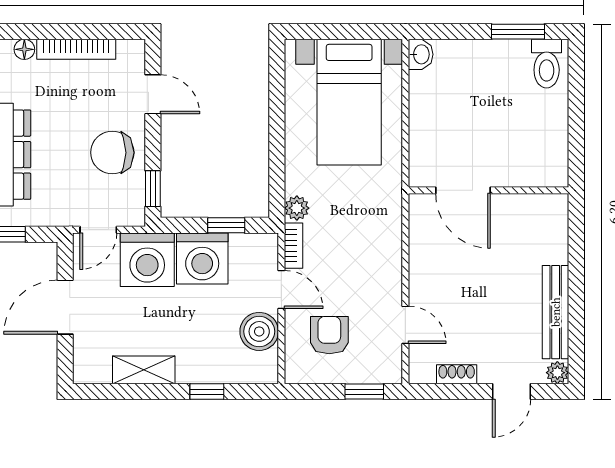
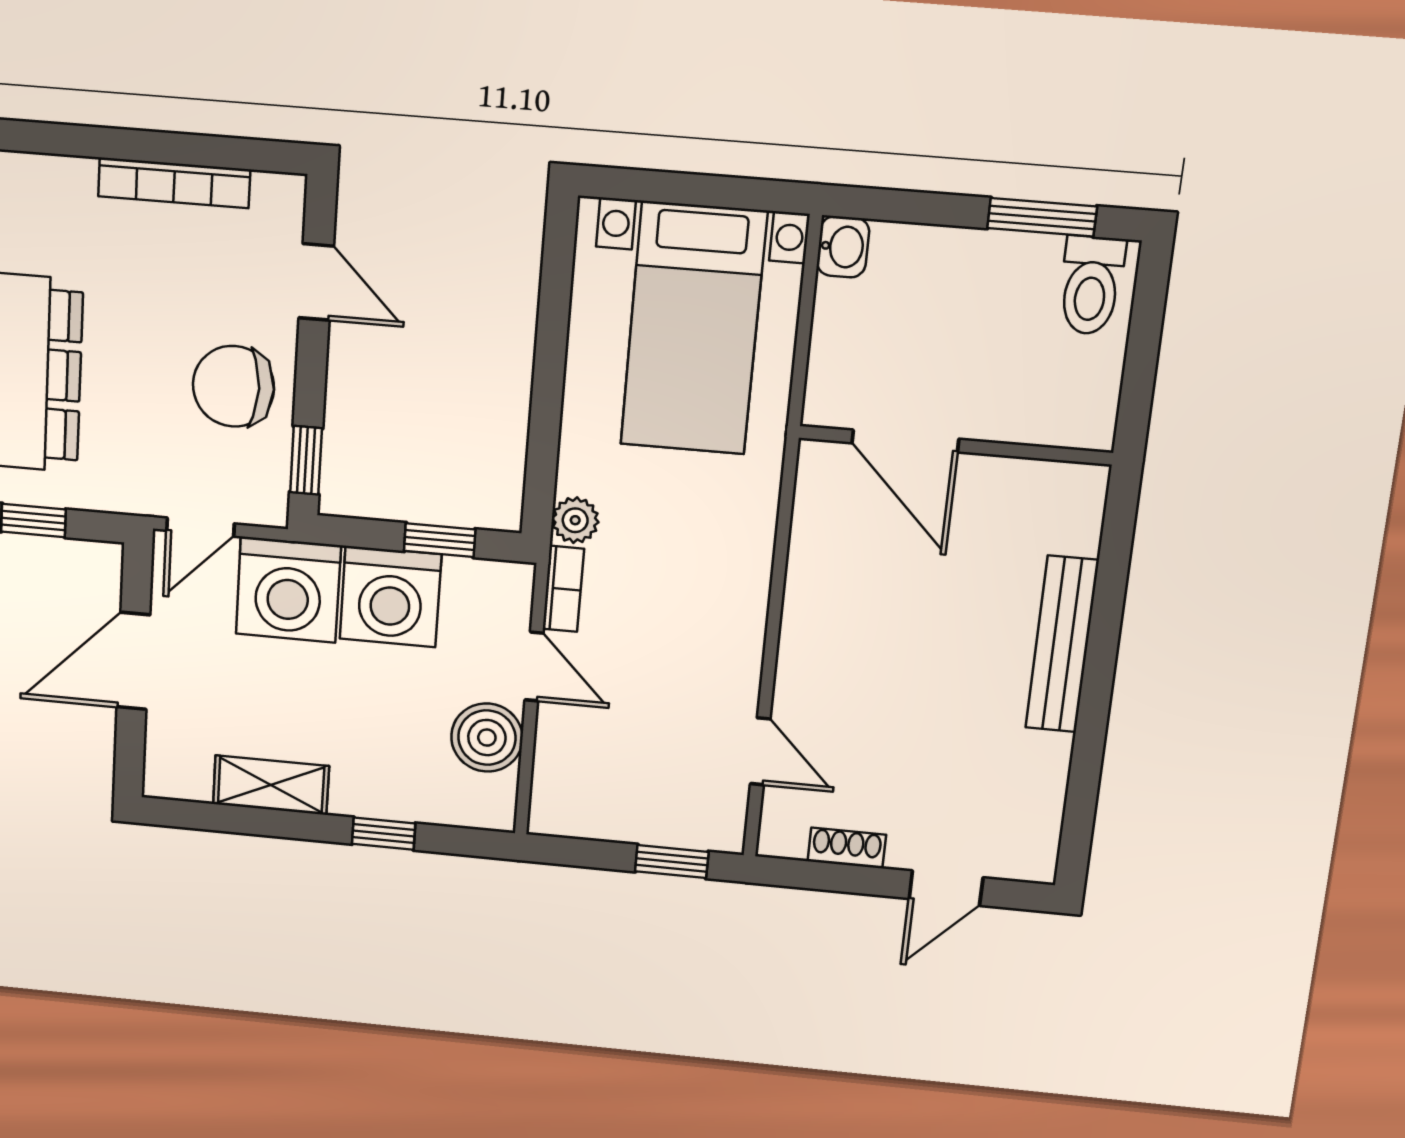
floor lamp: (24, 49) -> (75, 175), removed
door: (463, 190) -> (905, 441), moved
wall: (489, 190) -> (955, 445), moved
bench: (556, 312) -> (1062, 644), moved
armchair: (329, 335) -> (616, 756), removed
plant: (557, 373) -> (1036, 863), removed

